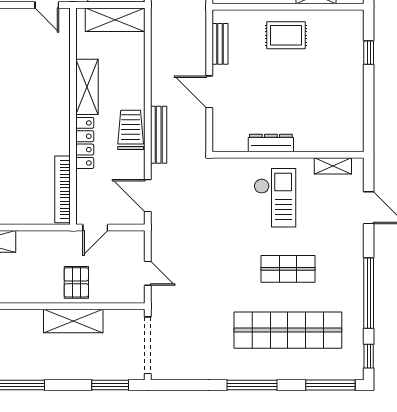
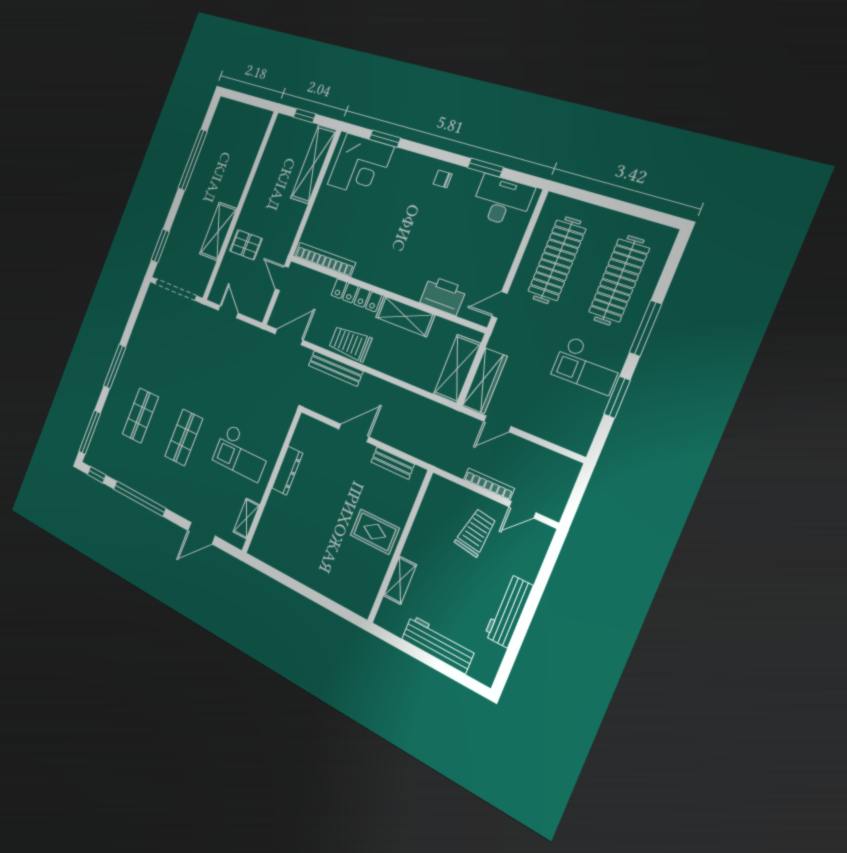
rug: (286, 35) -> (375, 532), turned 90
window: (369, 53) -> (327, 603), removed
printer: (56, 59) -> (443, 296), added
trolley: (131, 130) -> (350, 343), turned 180
door: (148, 273) -> (228, 312), swing flipped
shop shelf: (288, 330) -> (140, 416), width x0.50, depth x0.74

